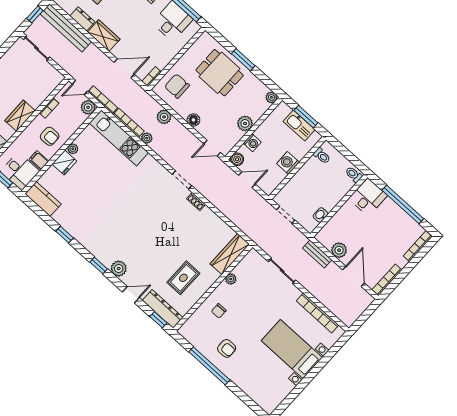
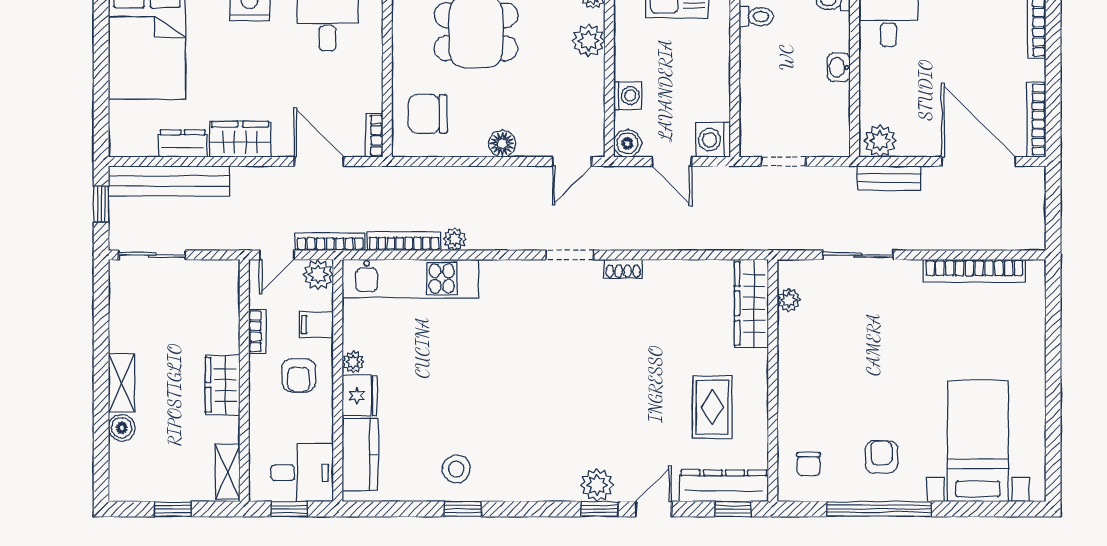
door: (124, 68) -> (319, 162), hinge flipped
plant: (164, 117) -> (451, 181), removed
plant: (245, 123) -> (589, 41), moved
armchair: (50, 136) -> (299, 375), turned 90
filing cabinet: (39, 160) -> (316, 325), moved
washing machine: (288, 163) -> (713, 140), moved
door: (247, 180) -> (672, 162), swing flipped
kitchen counter: (43, 199) -> (360, 454), moved, turned 90
washbasin: (320, 215) -> (839, 67), moved
stool: (75, 219) -> (456, 469), added
plant: (339, 250) -> (880, 141), moved
window: (99, 265) -> (600, 509), moved
door: (354, 276) -> (979, 162), width x1.36
plant: (231, 279) -> (789, 300), moved
chair: (219, 311) -> (808, 464), moved
armchair: (227, 348) -> (881, 457), turned -90
bed with nightstands: (292, 349) -> (978, 441), moved, turned 90

